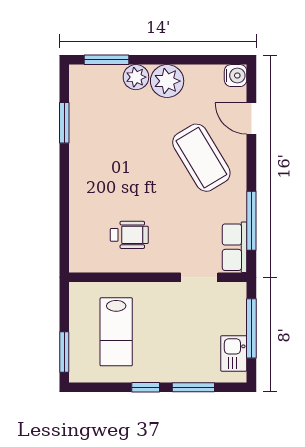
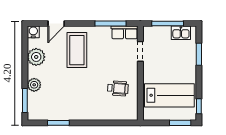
plant: (167, 81) -> (36, 57), moved
coffee table: (201, 158) -> (77, 50), turned -59
wheelchair: (129, 235) -> (118, 88), turned 94
lab bench: (116, 332) -> (169, 95), width x1.36, depth x1.39
window: (146, 387) -> (199, 106), moved

